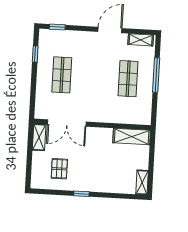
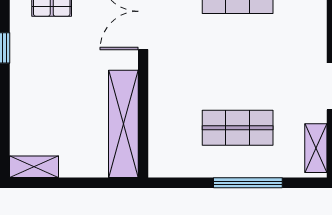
shelving: (132, 137) -> (123, 124), width x1.47

